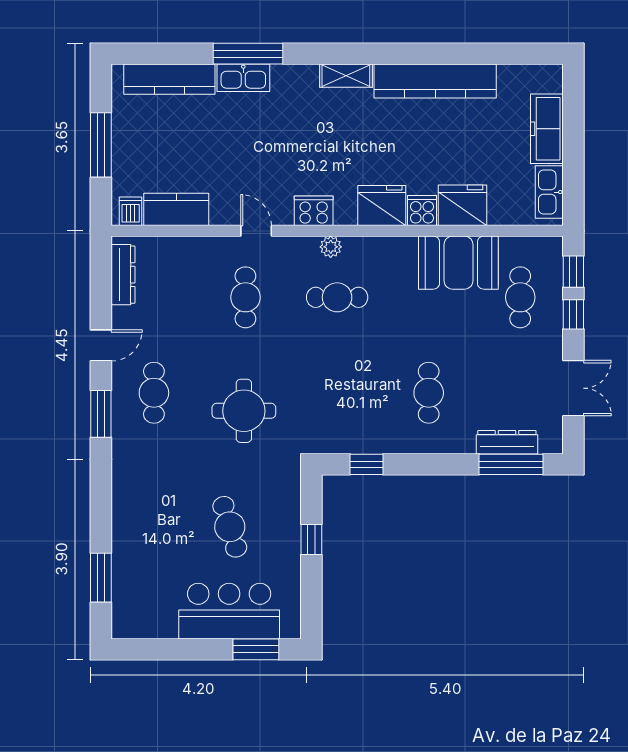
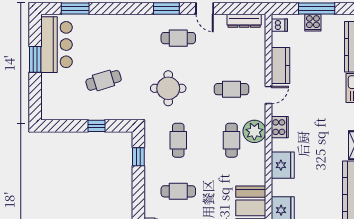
kitchen counter: (176, 209) -> (281, 66), moved
cooker: (422, 211) -> (313, 23), moved, turned 90
plant: (331, 247) -> (254, 131), width x1.87, depth x1.87
cafe table: (337, 393) -> (178, 140), added
bar counter: (229, 611) -> (57, 45), moved
window: (256, 649) -> (35, 59), moved

